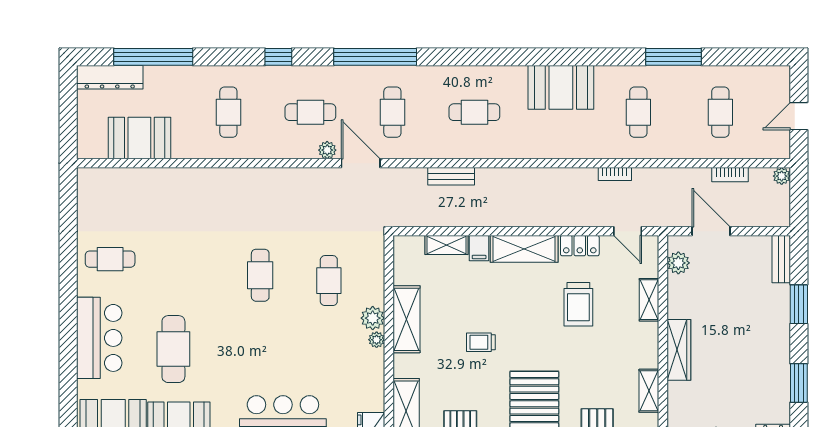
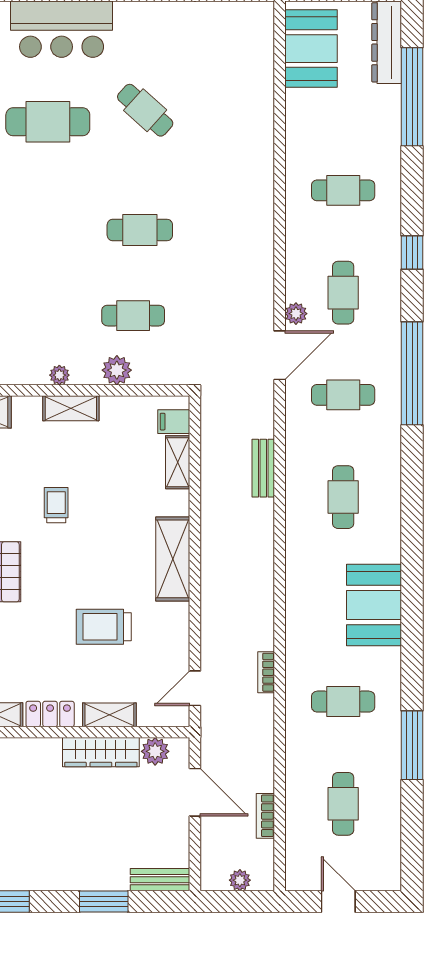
cafe table: (720, 112) -> (343, 804), turned 90
booth: (139, 138) -> (311, 49), moved
plant: (782, 176) -> (240, 880), moved
door: (711, 231) -> (195, 792), hinge flipped
locker: (580, 246) -> (50, 714), moved, turned 90
filing cabinet: (479, 248) -> (174, 422), moved
cafe table: (110, 259) -> (145, 110), moved, turned -48
plant: (373, 318) -> (117, 370), moved
shelving: (406, 319) -> (71, 408), width x0.67, depth x0.75
wardrobe: (679, 350) -> (101, 752), moved

